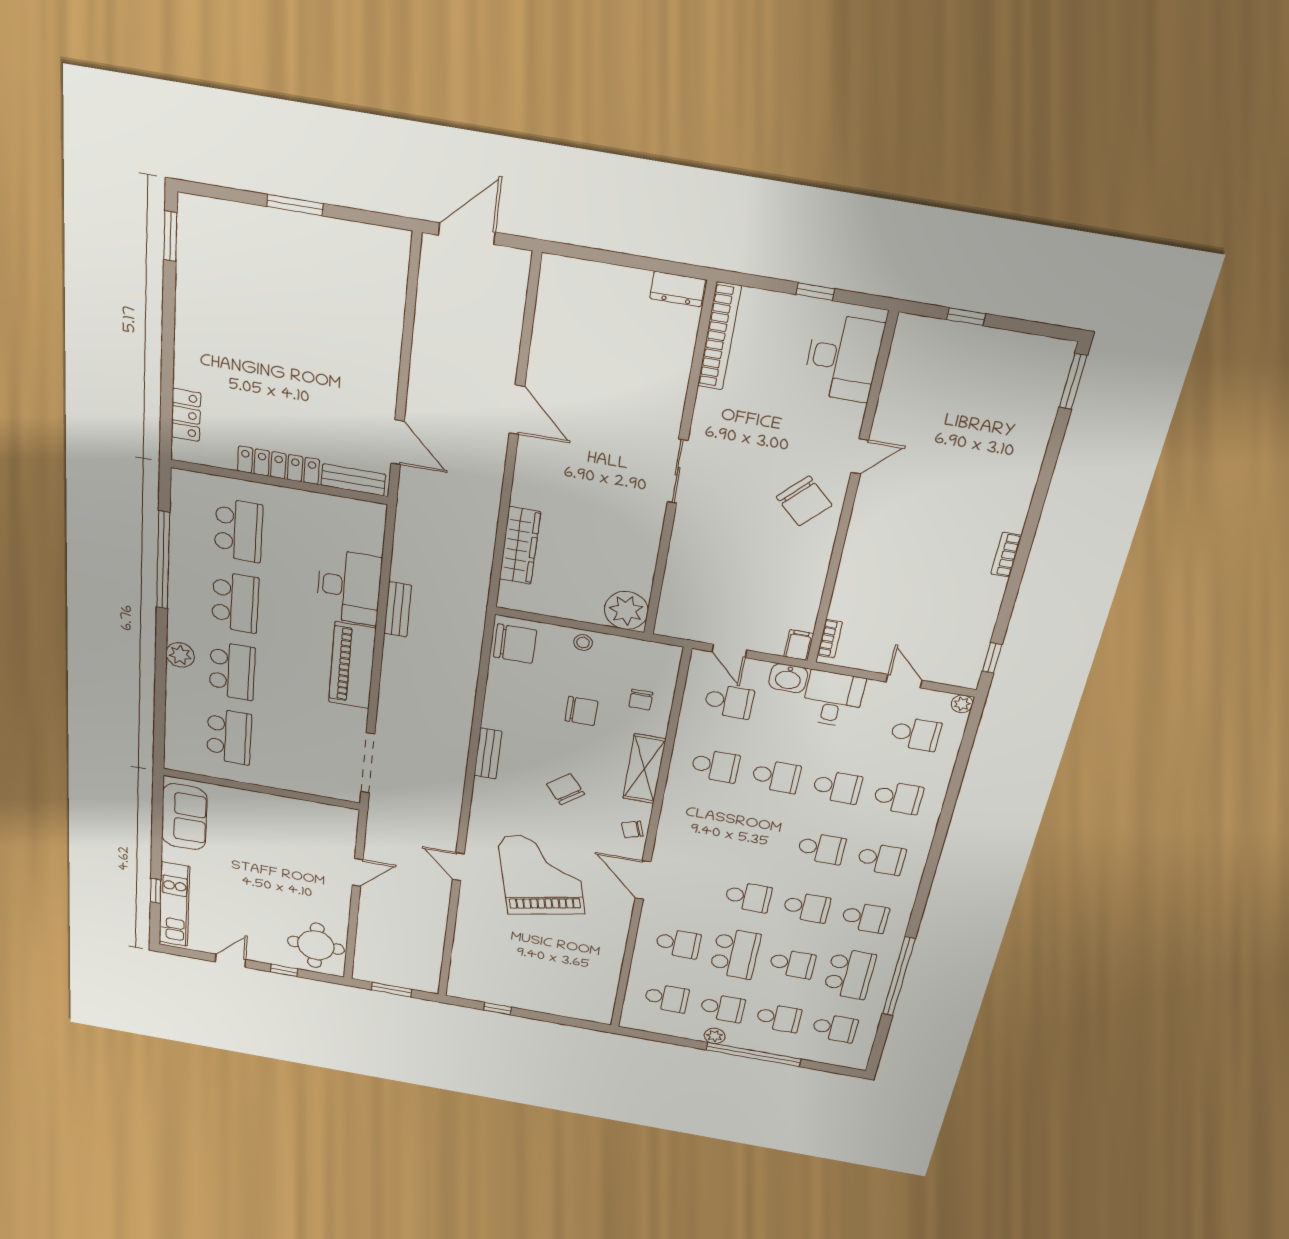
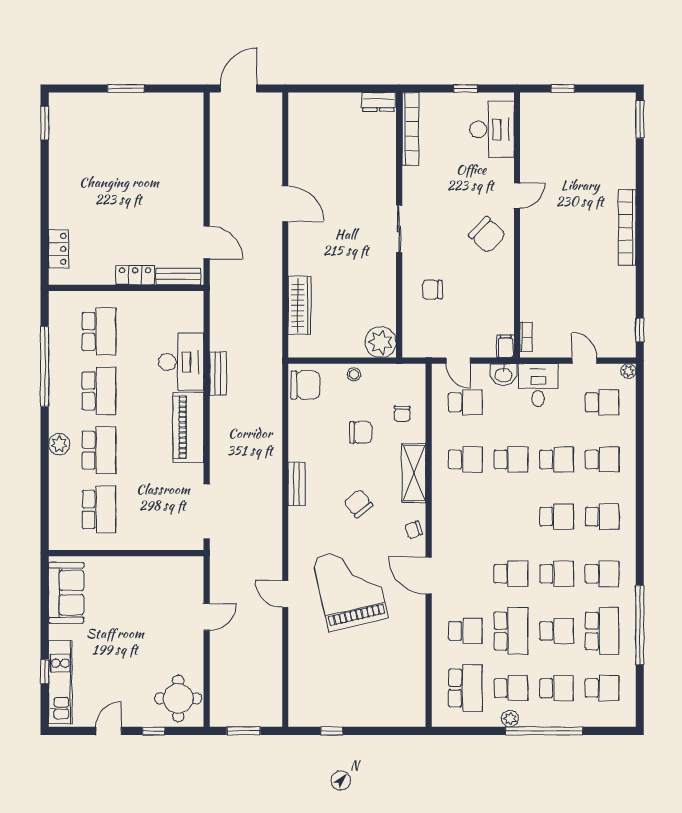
locker: (278, 465) -> (135, 275), width x0.66
bookcase: (1006, 555) -> (627, 228), width x2.31, depth x1.31
chair: (710, 558) -> (432, 290), added
school desk: (667, 998) -> (465, 688), width x1.85

